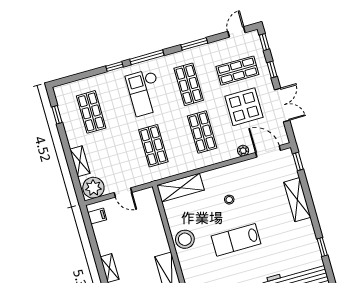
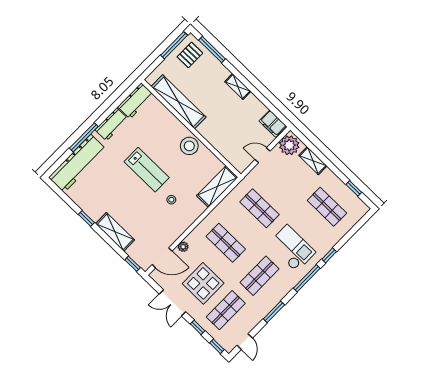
shop shelf: (189, 84) -> (259, 276), turned 90
filing cabinet: (97, 216) -> (273, 124), width x2.00
lab bench: (236, 240) -> (147, 170), turned 90
window: (322, 247) -> (86, 218), moved

